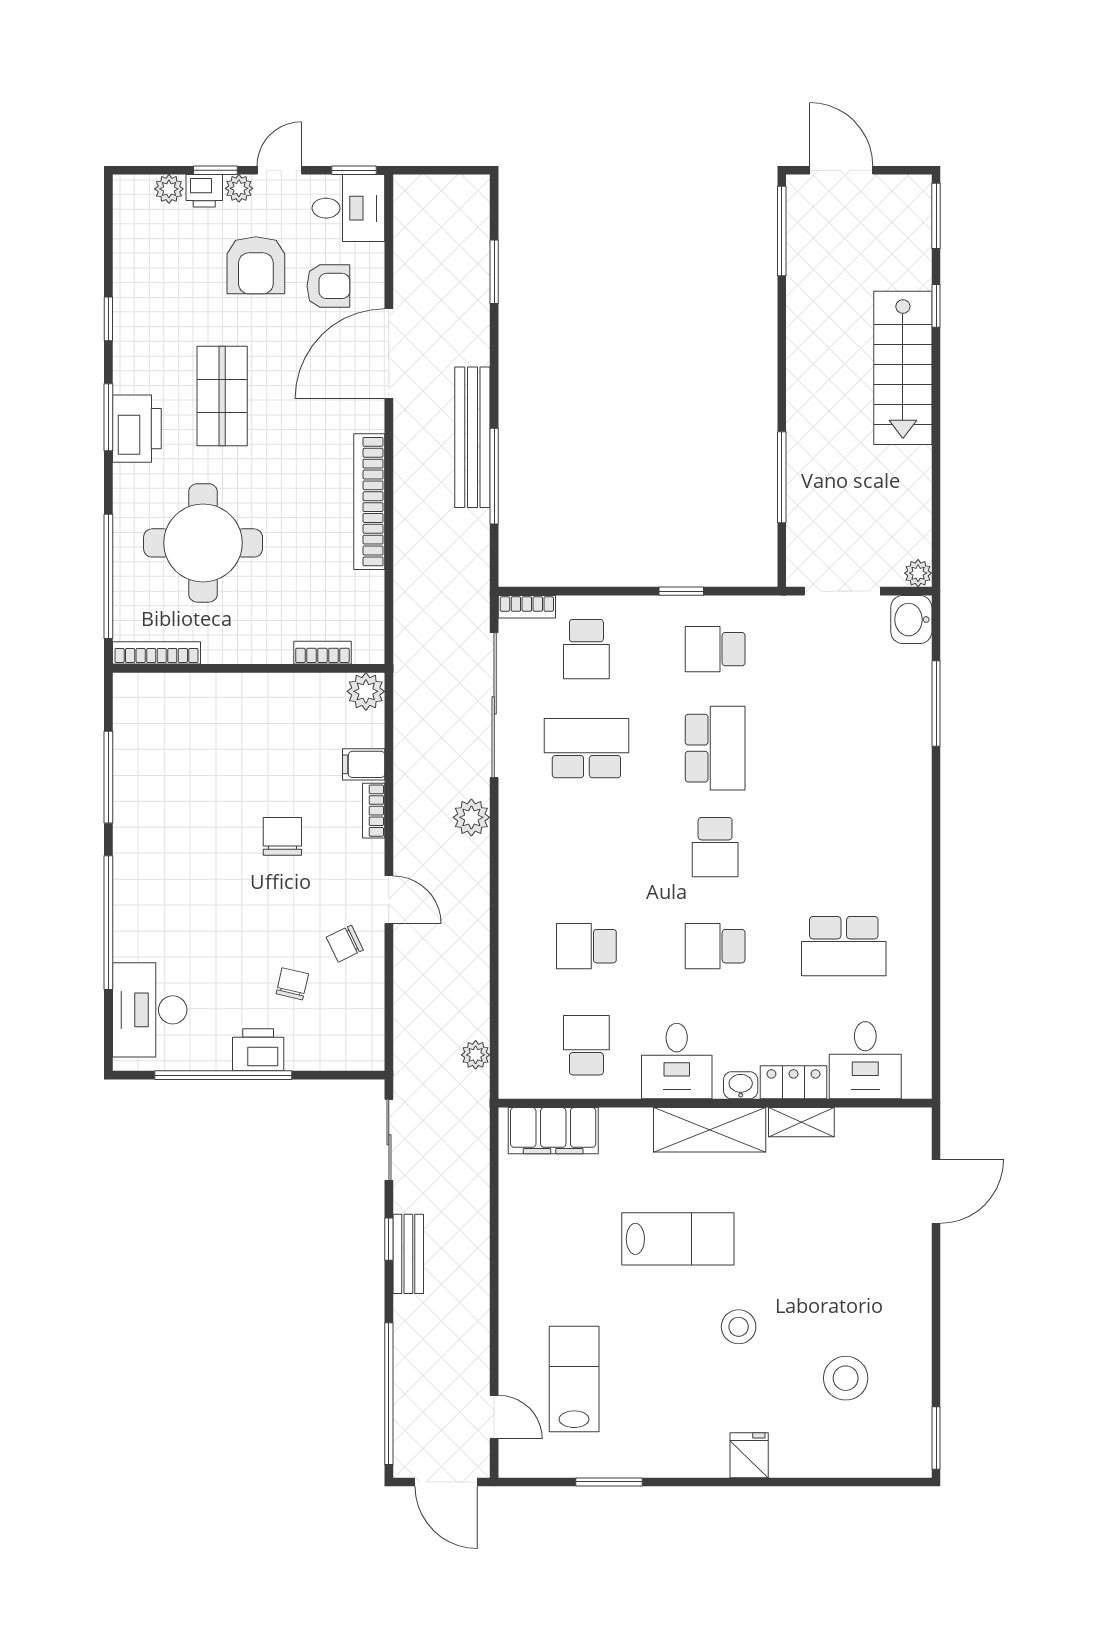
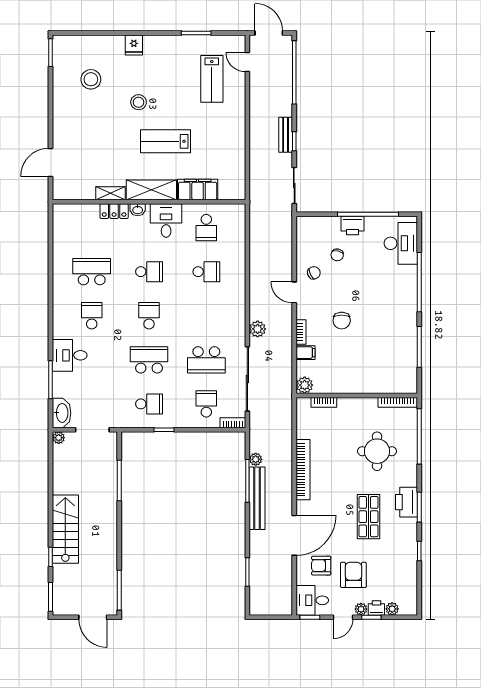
round table: (203, 543) -> (377, 451), width x0.73, depth x0.73
washbasin: (911, 620) -> (62, 413), width x1.38
school desk: (715, 748) -> (149, 360), turned 90
school desk: (844, 847) -> (92, 316), added
plant: (476, 1055) -> (256, 459), moved
desk: (865, 1060) -> (70, 355), moved, turned -90
filing cabinet: (553, 1131) -> (198, 190), moved

